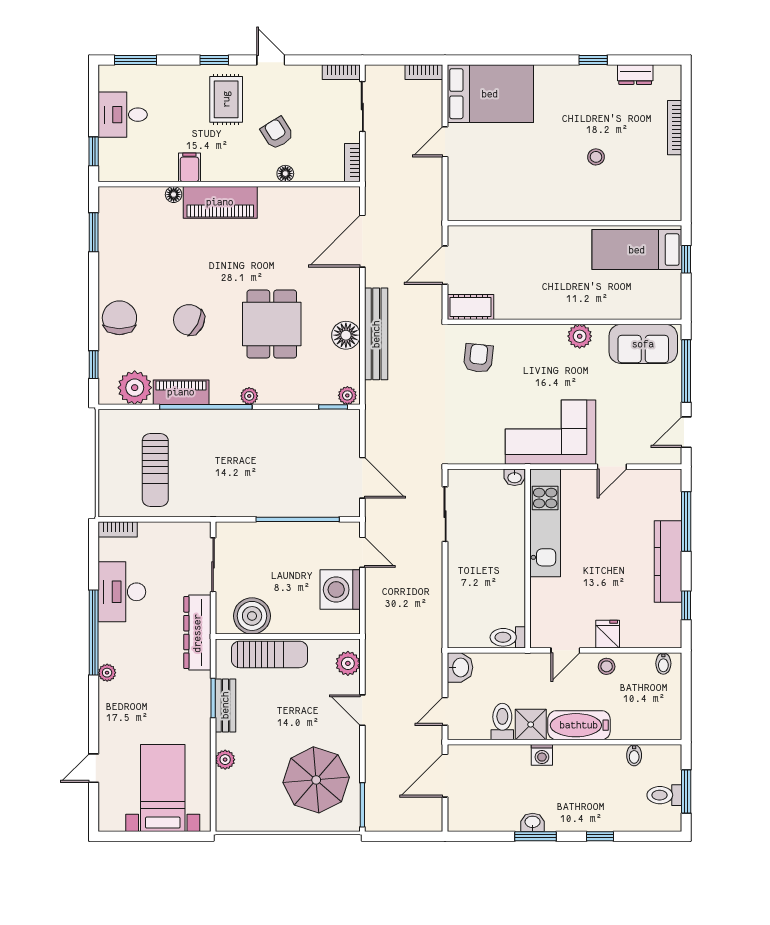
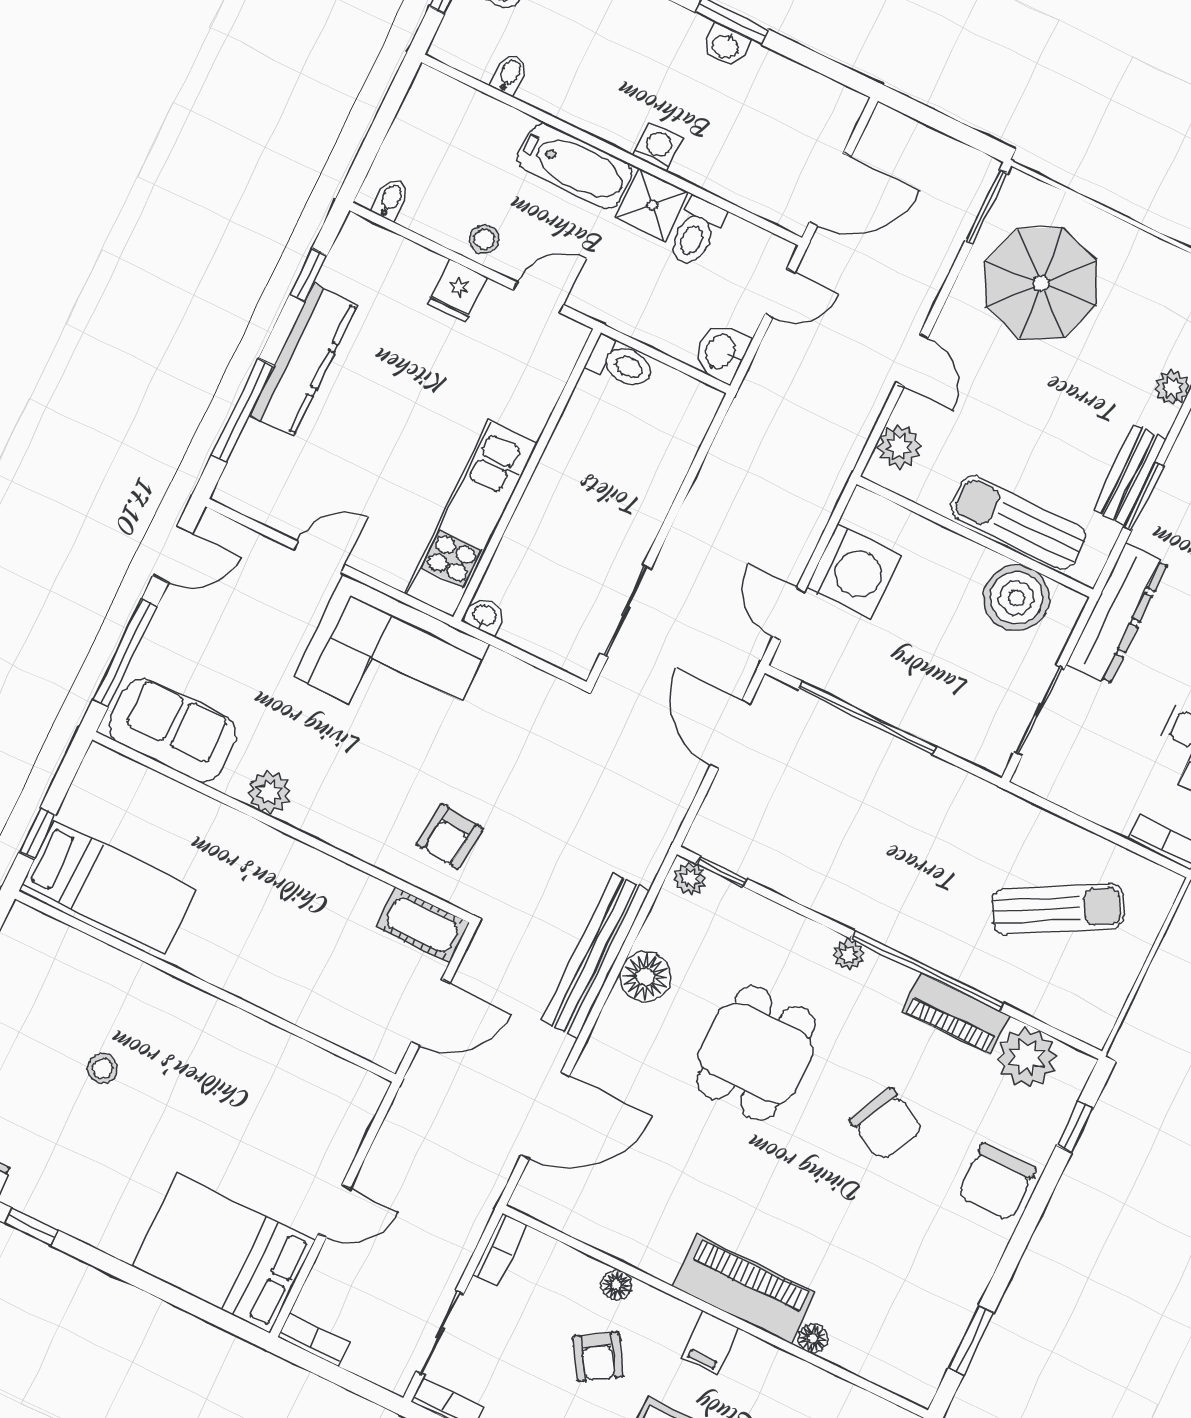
filing cabinet: (189, 167) -> (710, 1343), moved
sun lounger: (155, 470) -> (1058, 909), turned 61

